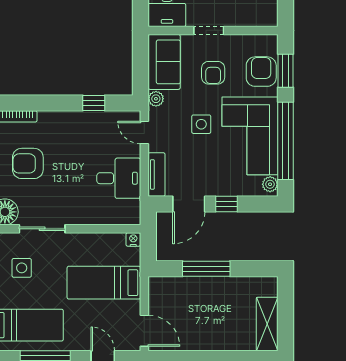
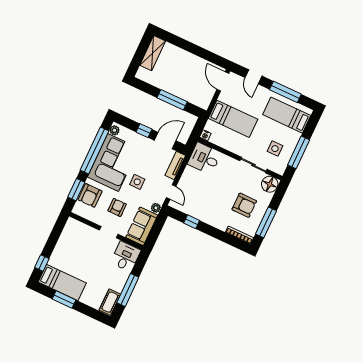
desk: (119, 178) -> (204, 158), moved

